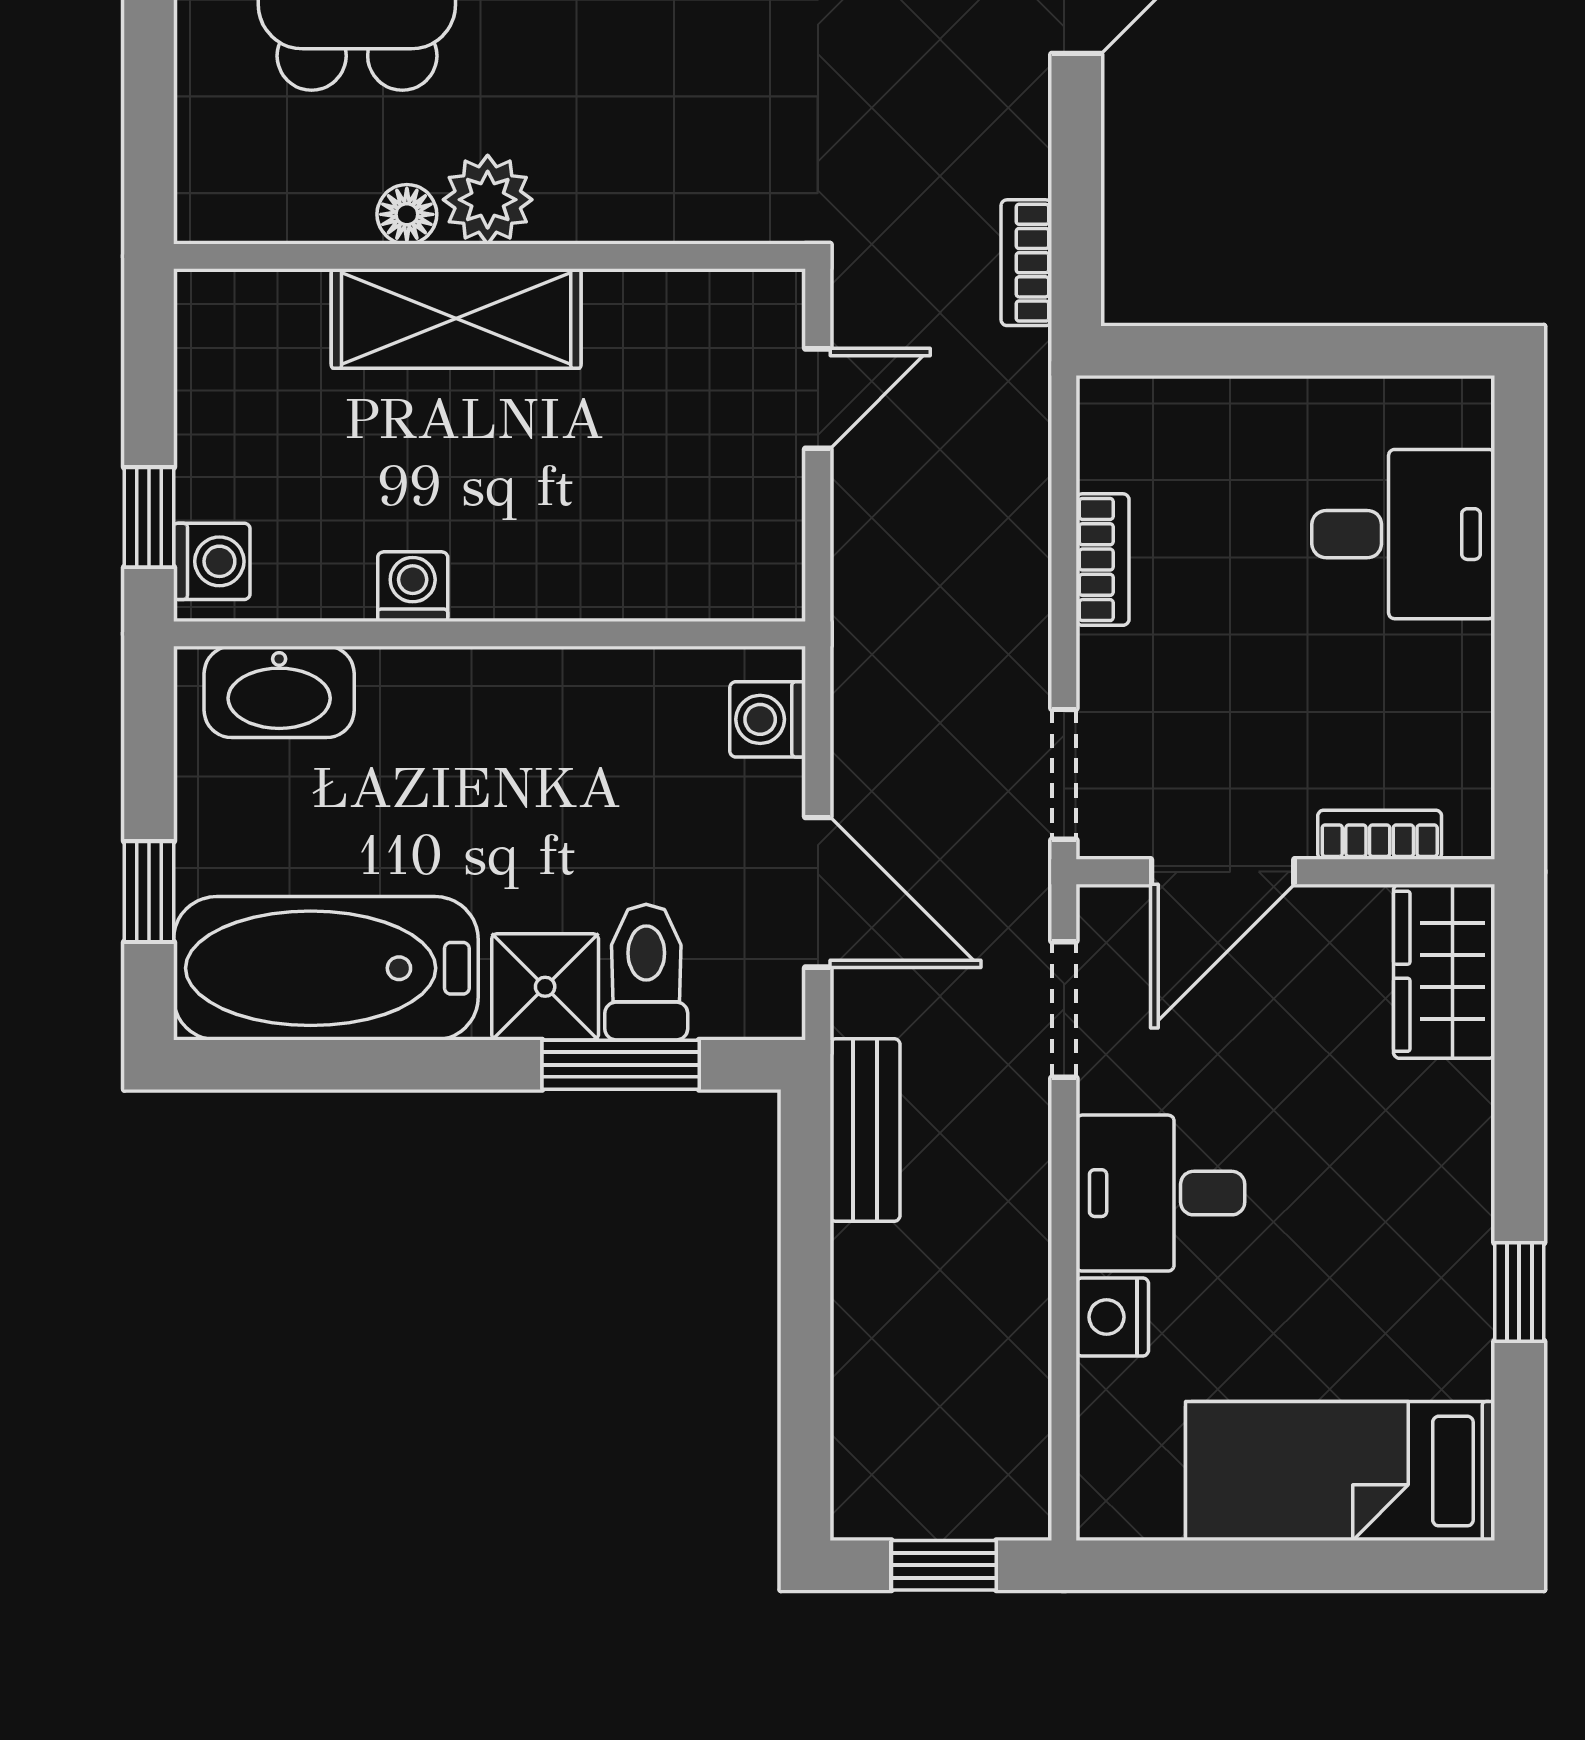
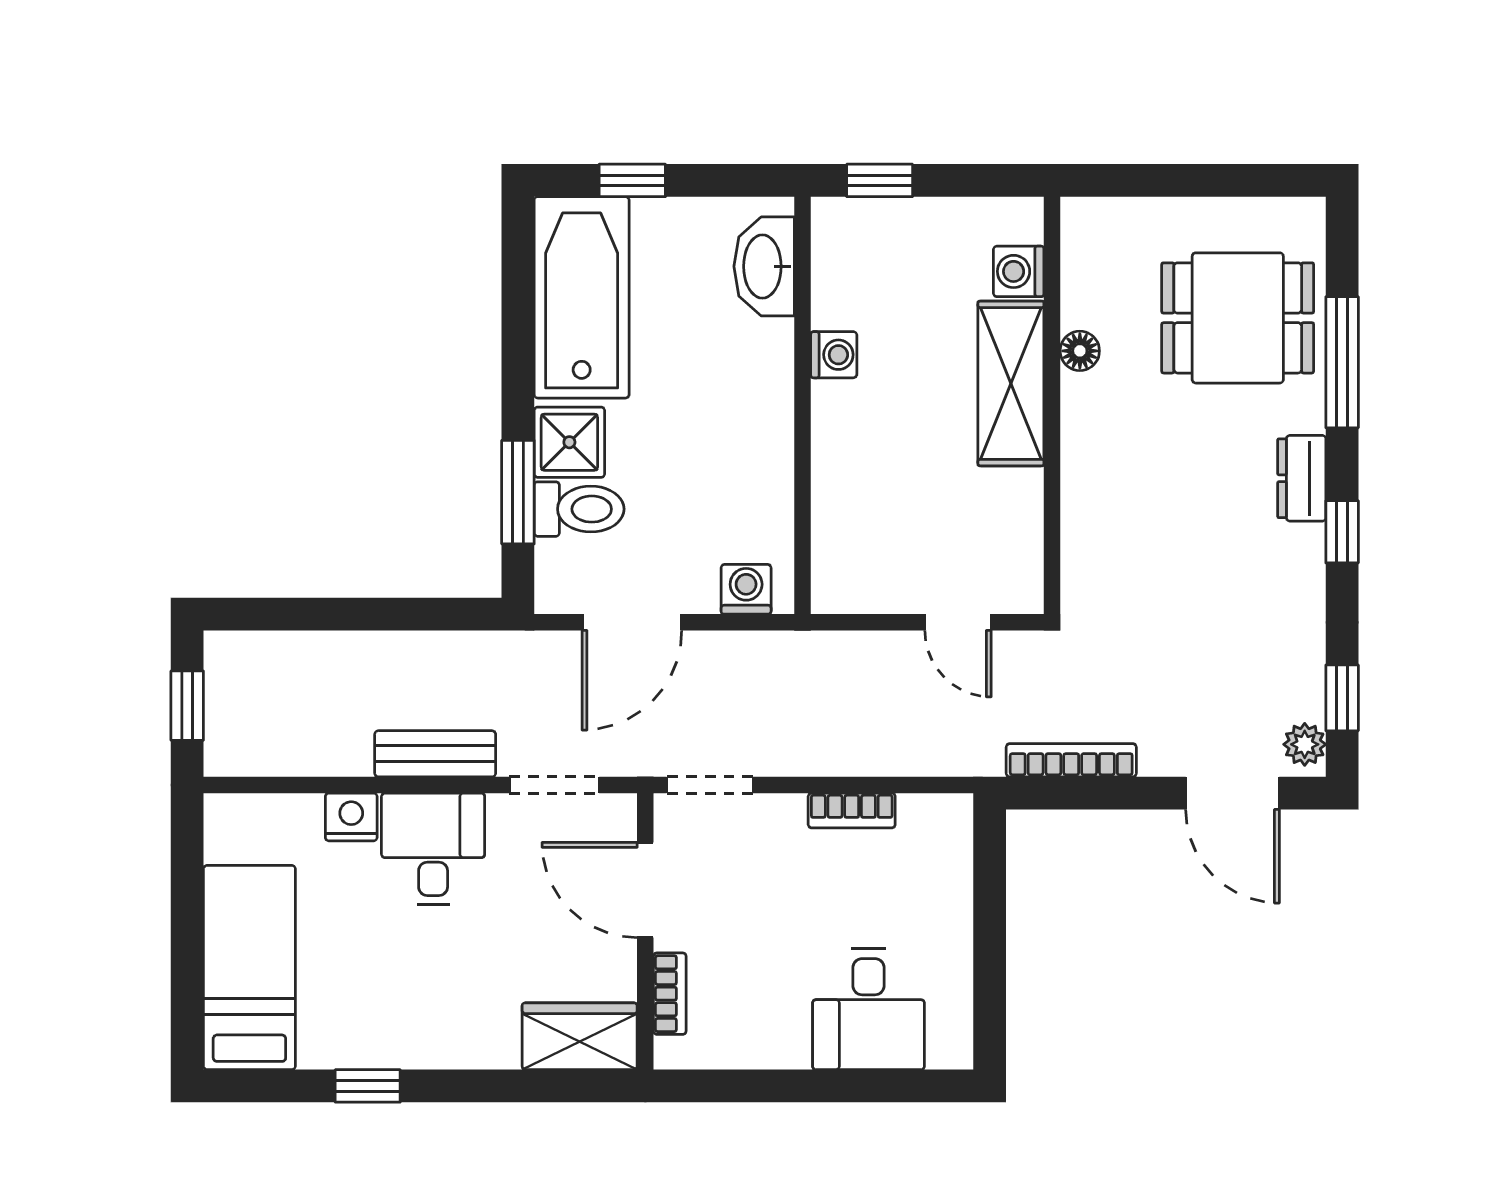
plant: (488, 200) -> (1090, 404), removed
bookcase: (1026, 263) -> (1071, 760), width x1.56
washing machine: (212, 561) -> (1019, 271), moved, turned 90
bench: (865, 1130) -> (435, 754), moved

